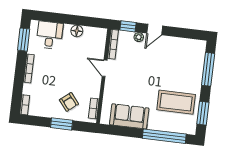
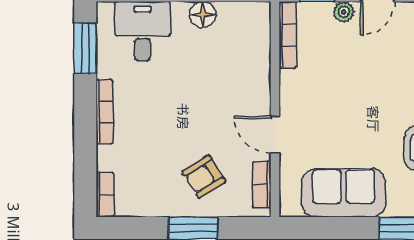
door: (105, 68) -> (275, 135), moved
armchair: (69, 102) -> (204, 177), turned 97

